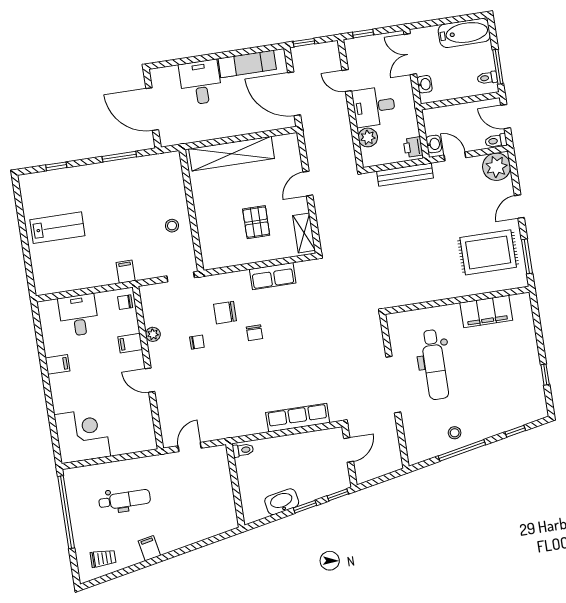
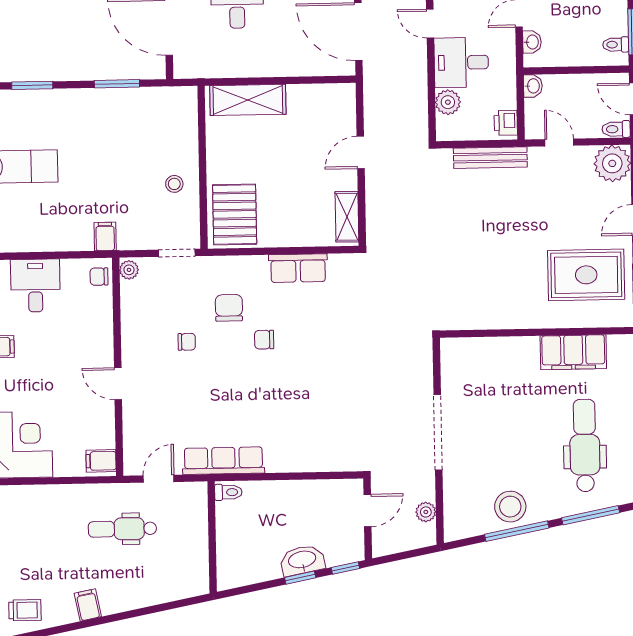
washbasin: (434, 144) -> (533, 86), moved
shelving: (232, 154) -> (248, 100), width x0.68
window: (56, 166) -> (32, 85), width x1.50
pallet: (256, 222) -> (235, 214), moved, width x1.50, depth x1.42
chair: (225, 313) -> (229, 308), turned 90
chair: (254, 333) -> (264, 340), turned 90
plant: (153, 334) -> (129, 270), moved
filing cabinet: (130, 343) -> (101, 461), moved
dental chair: (435, 365) -> (585, 445), moved, turned 180
row of seats: (298, 418) -> (223, 461), moved
window: (515, 431) -> (591, 515), width x2.17
stool: (455, 433) -> (510, 507), width x1.89, depth x1.89
plant: (392, 445) -> (426, 512), added
dental chair: (125, 500) -> (122, 529), moved, turned 180
washbasin: (282, 502) -> (302, 560), moved

